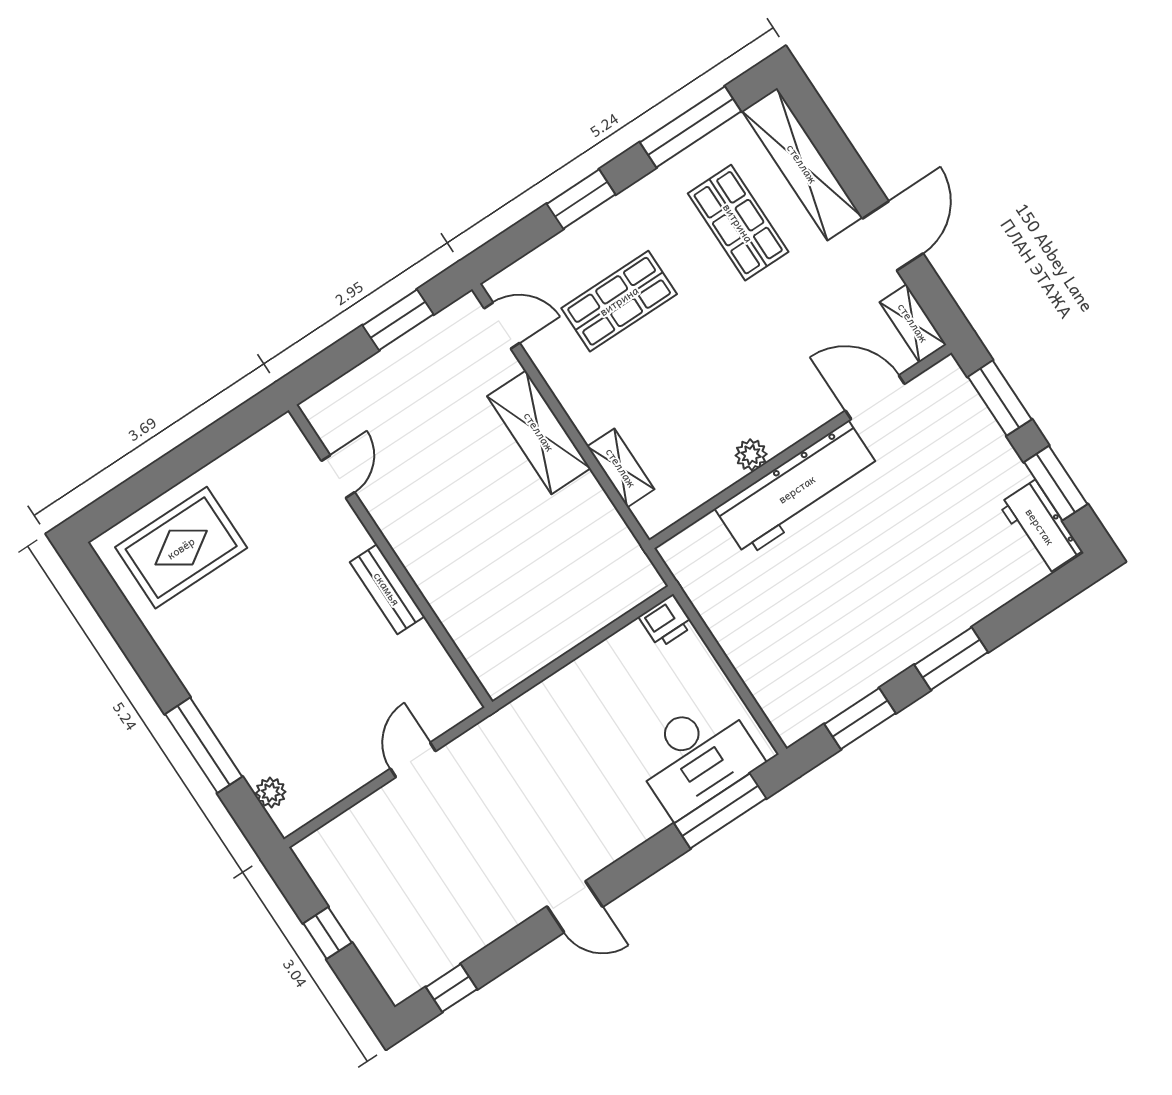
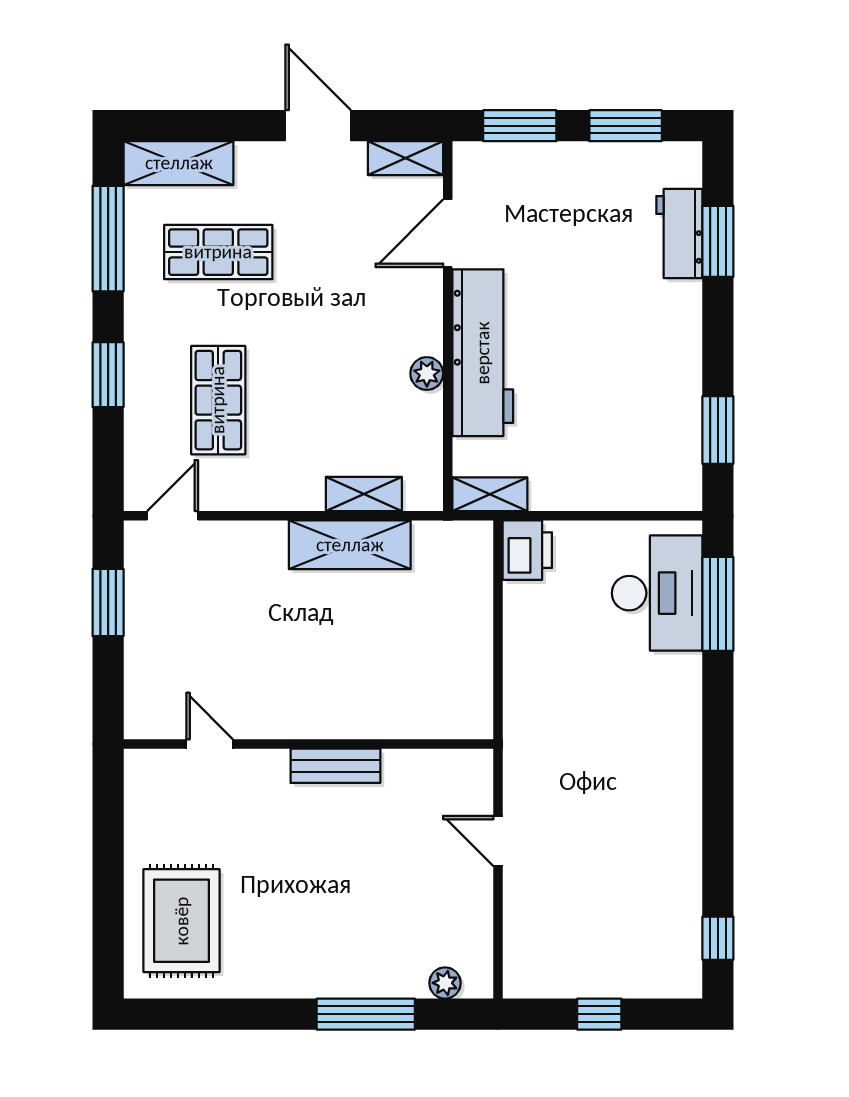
shelving: (802, 164) -> (179, 163), width x0.68
shelving: (539, 432) -> (350, 545), moved
workbench: (1040, 527) -> (679, 234), moved, turned 90
shelving: (687, 569) -> (490, 494), added
printer: (666, 621) -> (527, 550), width x1.36, depth x1.24
window: (951, 659) -> (718, 241), moved
door: (575, 907) -> (718, 785), removed

